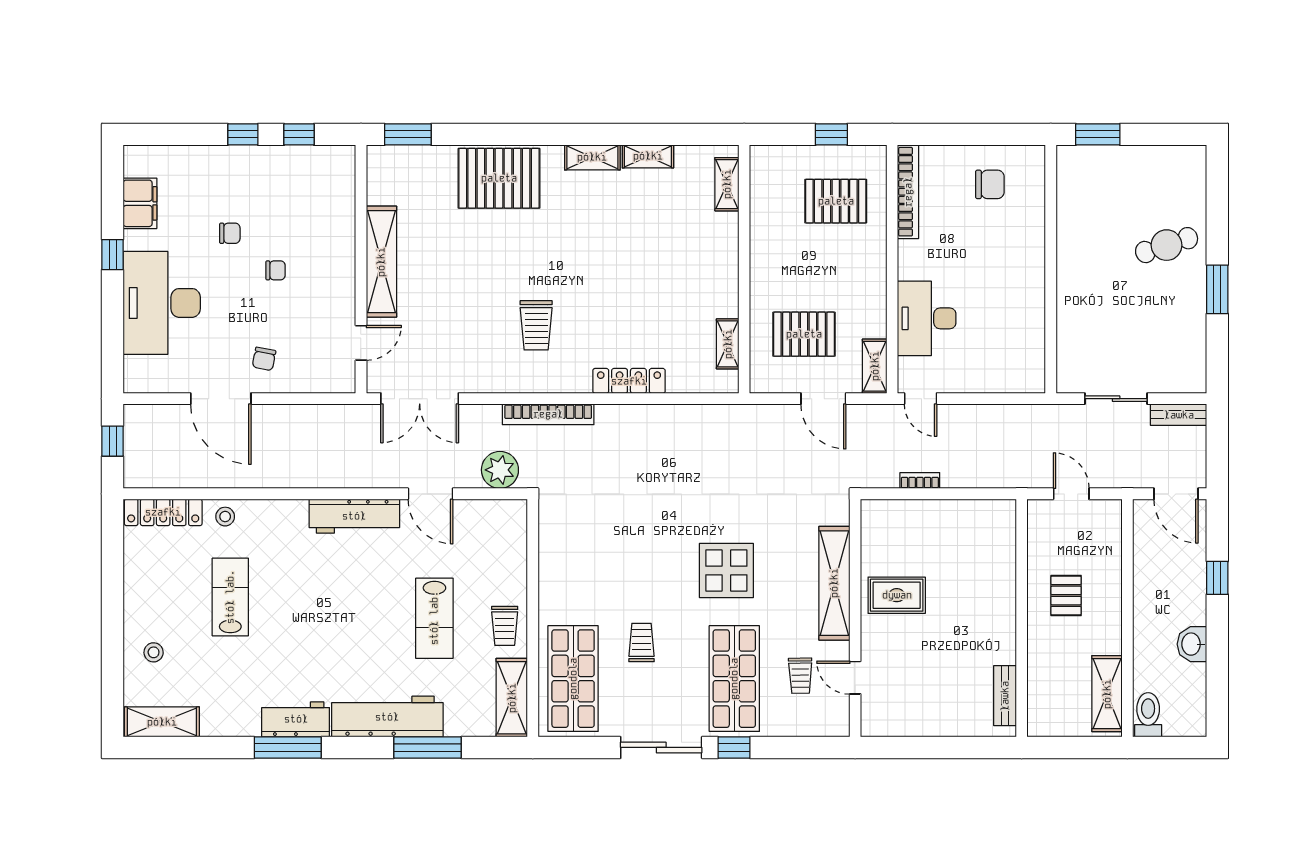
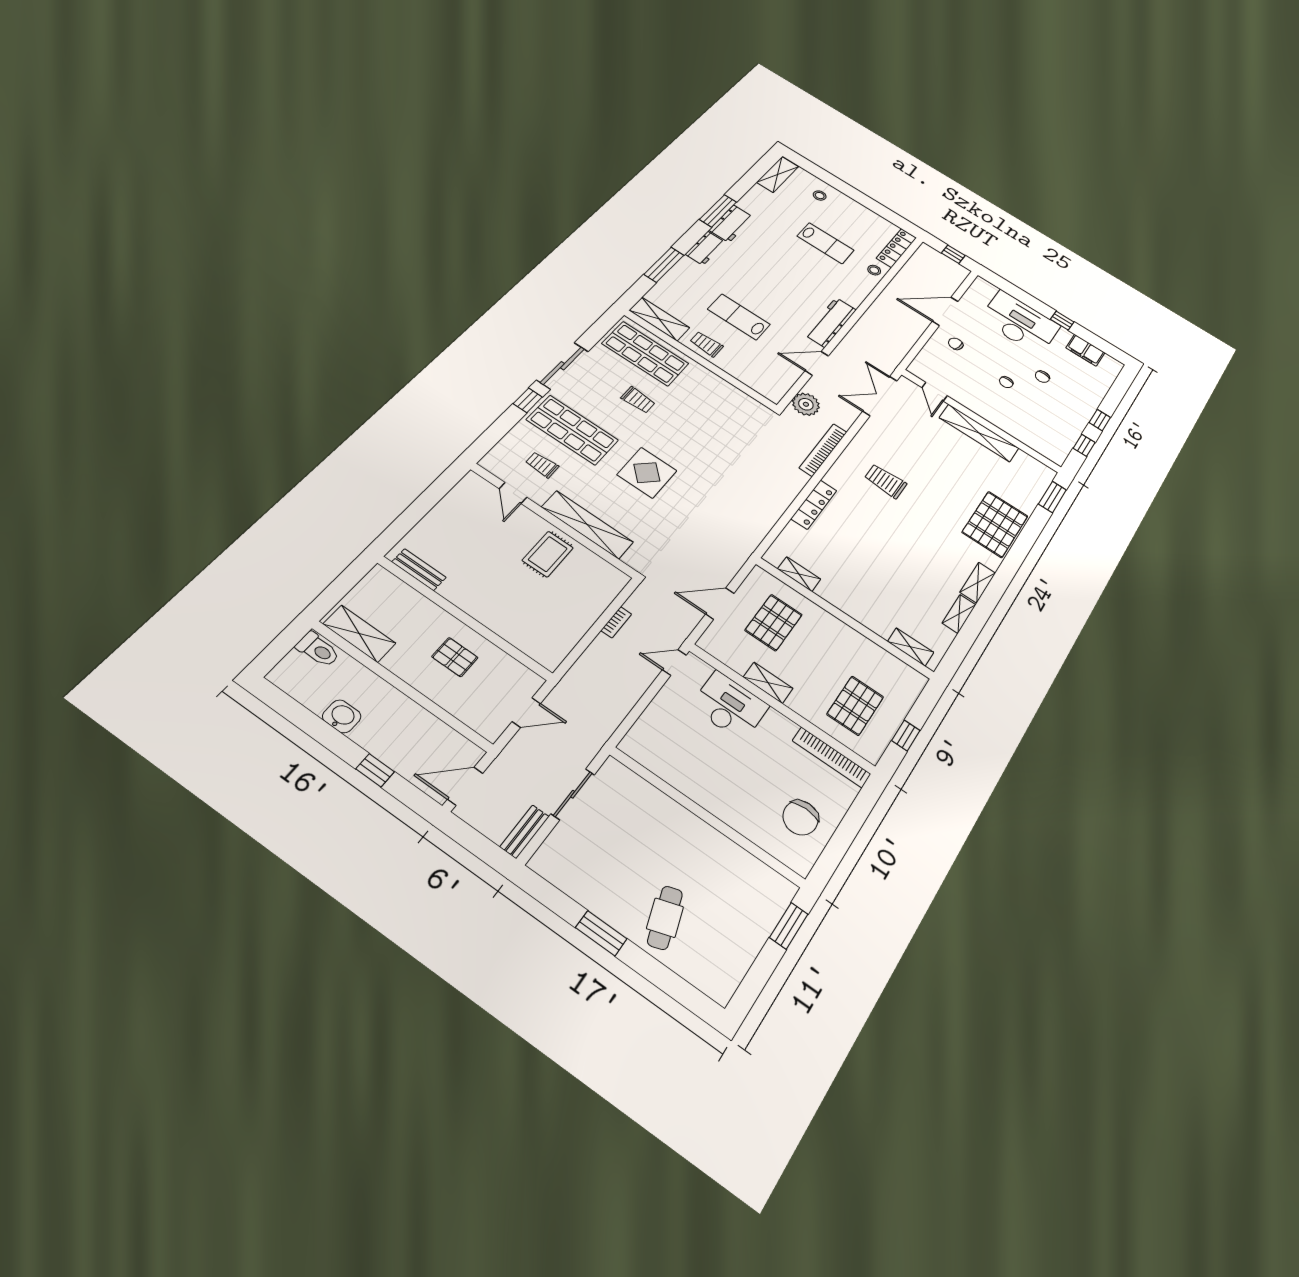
chair: (990, 184) -> (801, 818), width x1.37, depth x1.37
shelving: (875, 366) -> (768, 683), moved
door: (855, 678) -> (513, 493), swing flipped
workbench: (387, 717) -> (705, 248), width x0.53, depth x0.76

